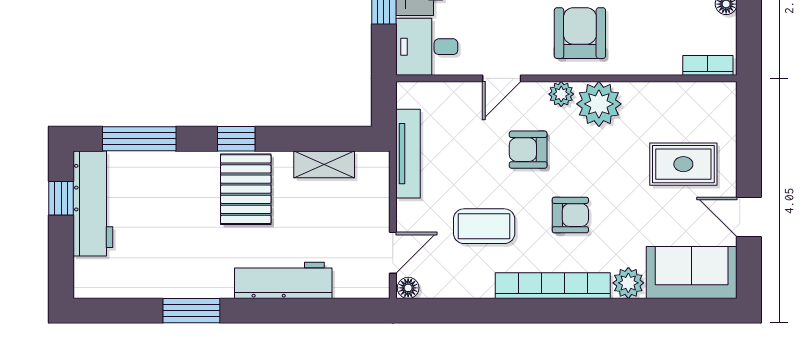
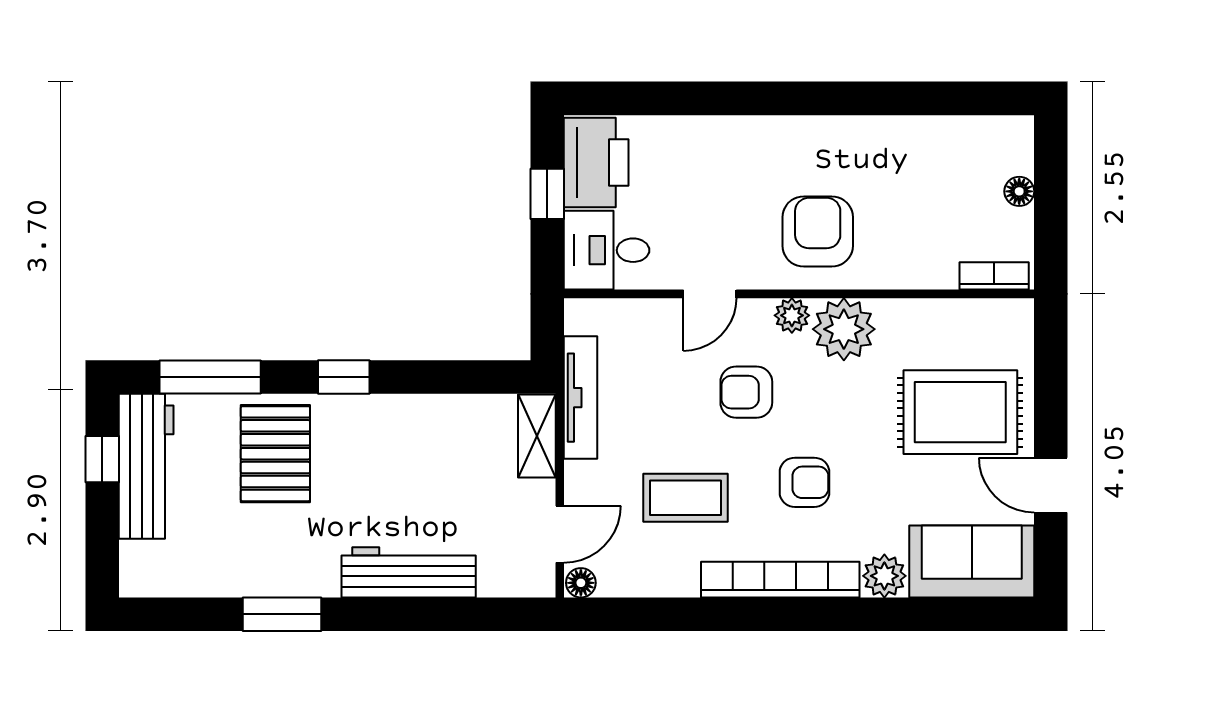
shelving: (324, 164) -> (537, 436), moved, turned 90
rug: (683, 164) -> (960, 412), width x1.36, depth x1.43
pallet: (246, 189) -> (275, 454), moved

